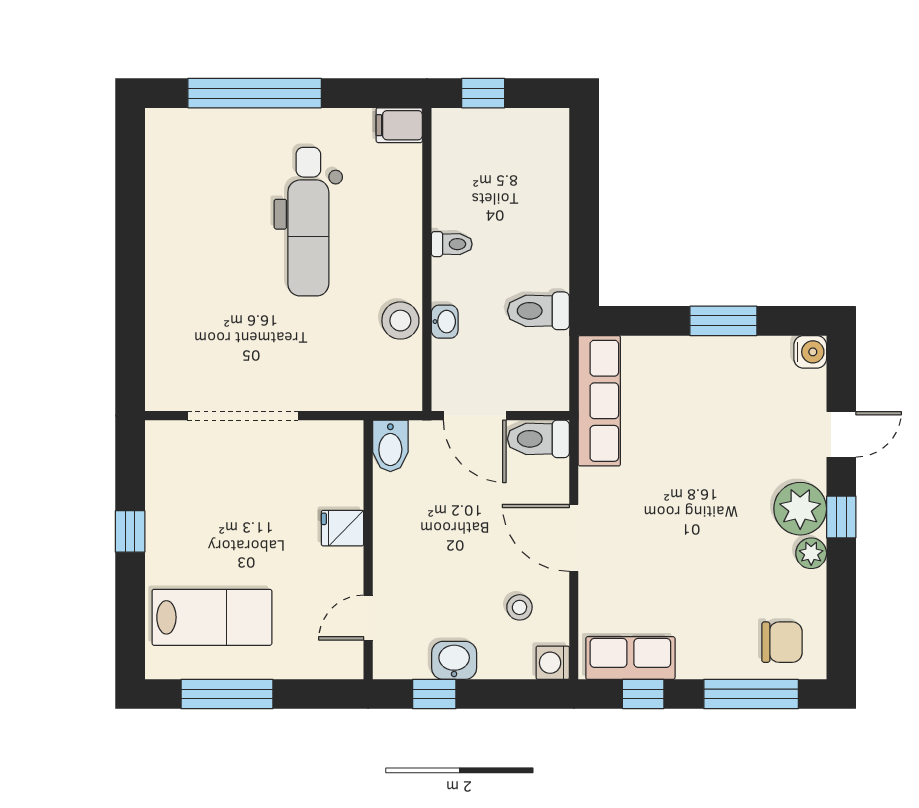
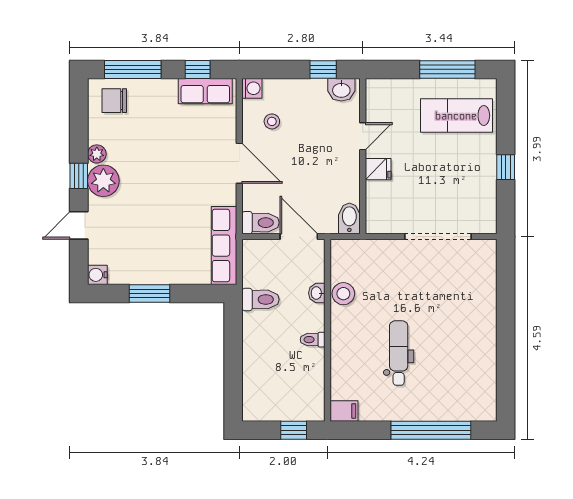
dental chair: (308, 222) -> (399, 353), width x0.73, depth x0.72
door: (368, 618) -> (363, 136), moved
washbasin: (454, 660) -> (341, 90), moved

